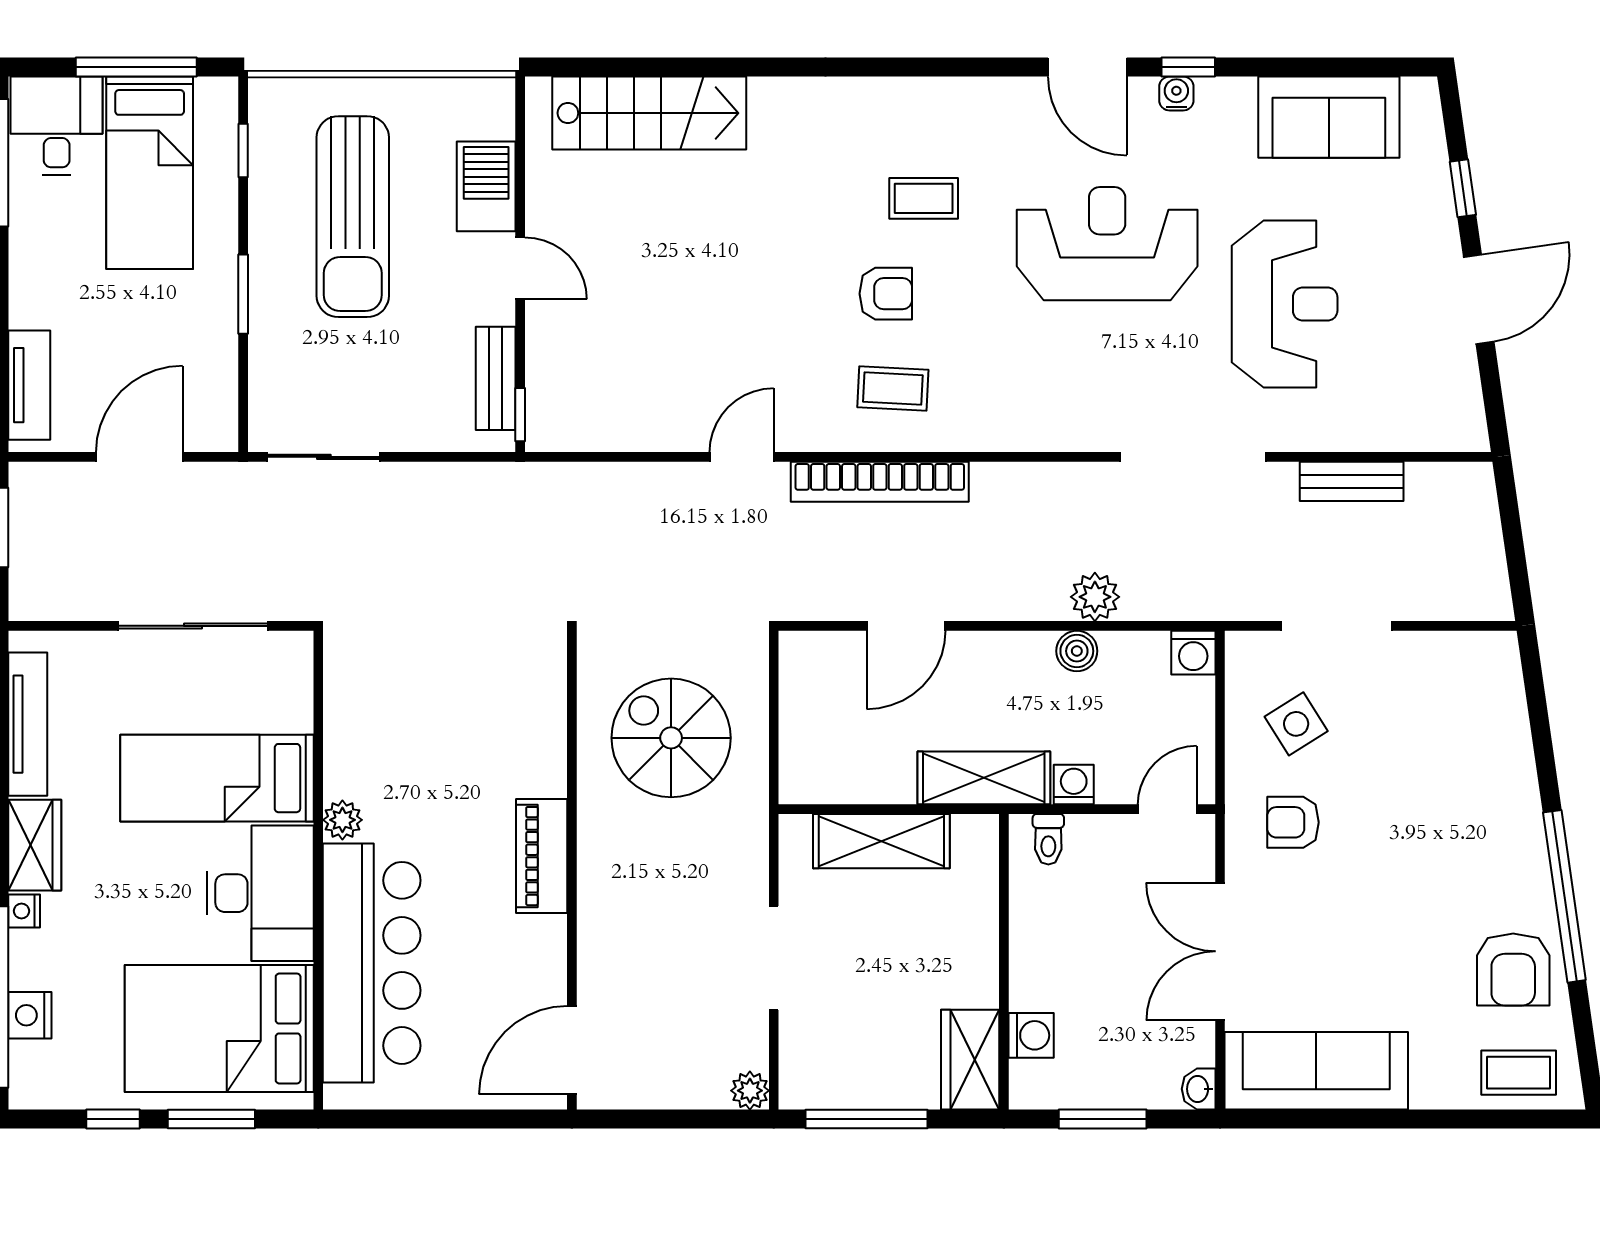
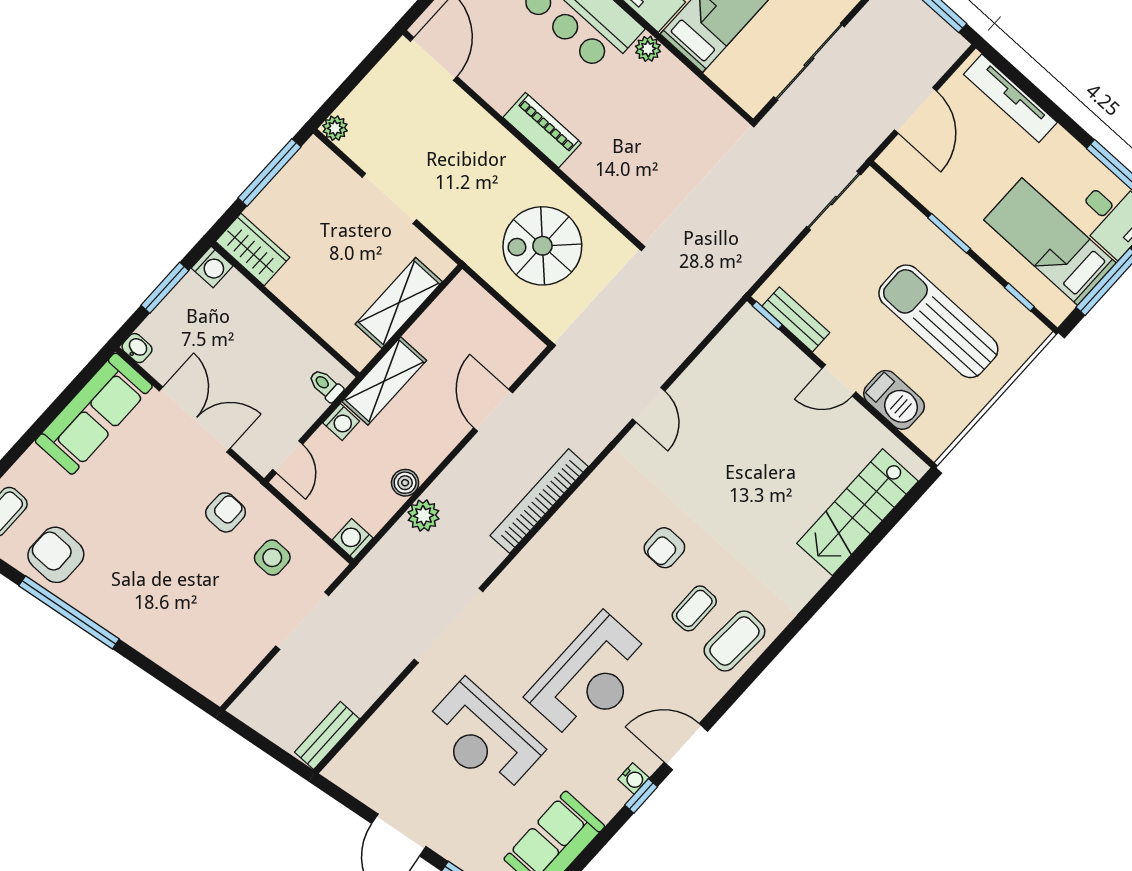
tv unit: (29, 385) -> (1010, 98), width x1.41
coffee table: (893, 389) -> (734, 641), moved, width x1.36, depth x1.30
bench: (1352, 481) -> (327, 736), moved
bookcase: (880, 482) -> (539, 501), moved
side table: (1296, 724) -> (272, 558), turned 32
spiral stairs: (671, 738) -> (542, 246), turned 180
washing machine: (1031, 1035) -> (212, 267), moved, turned -90

